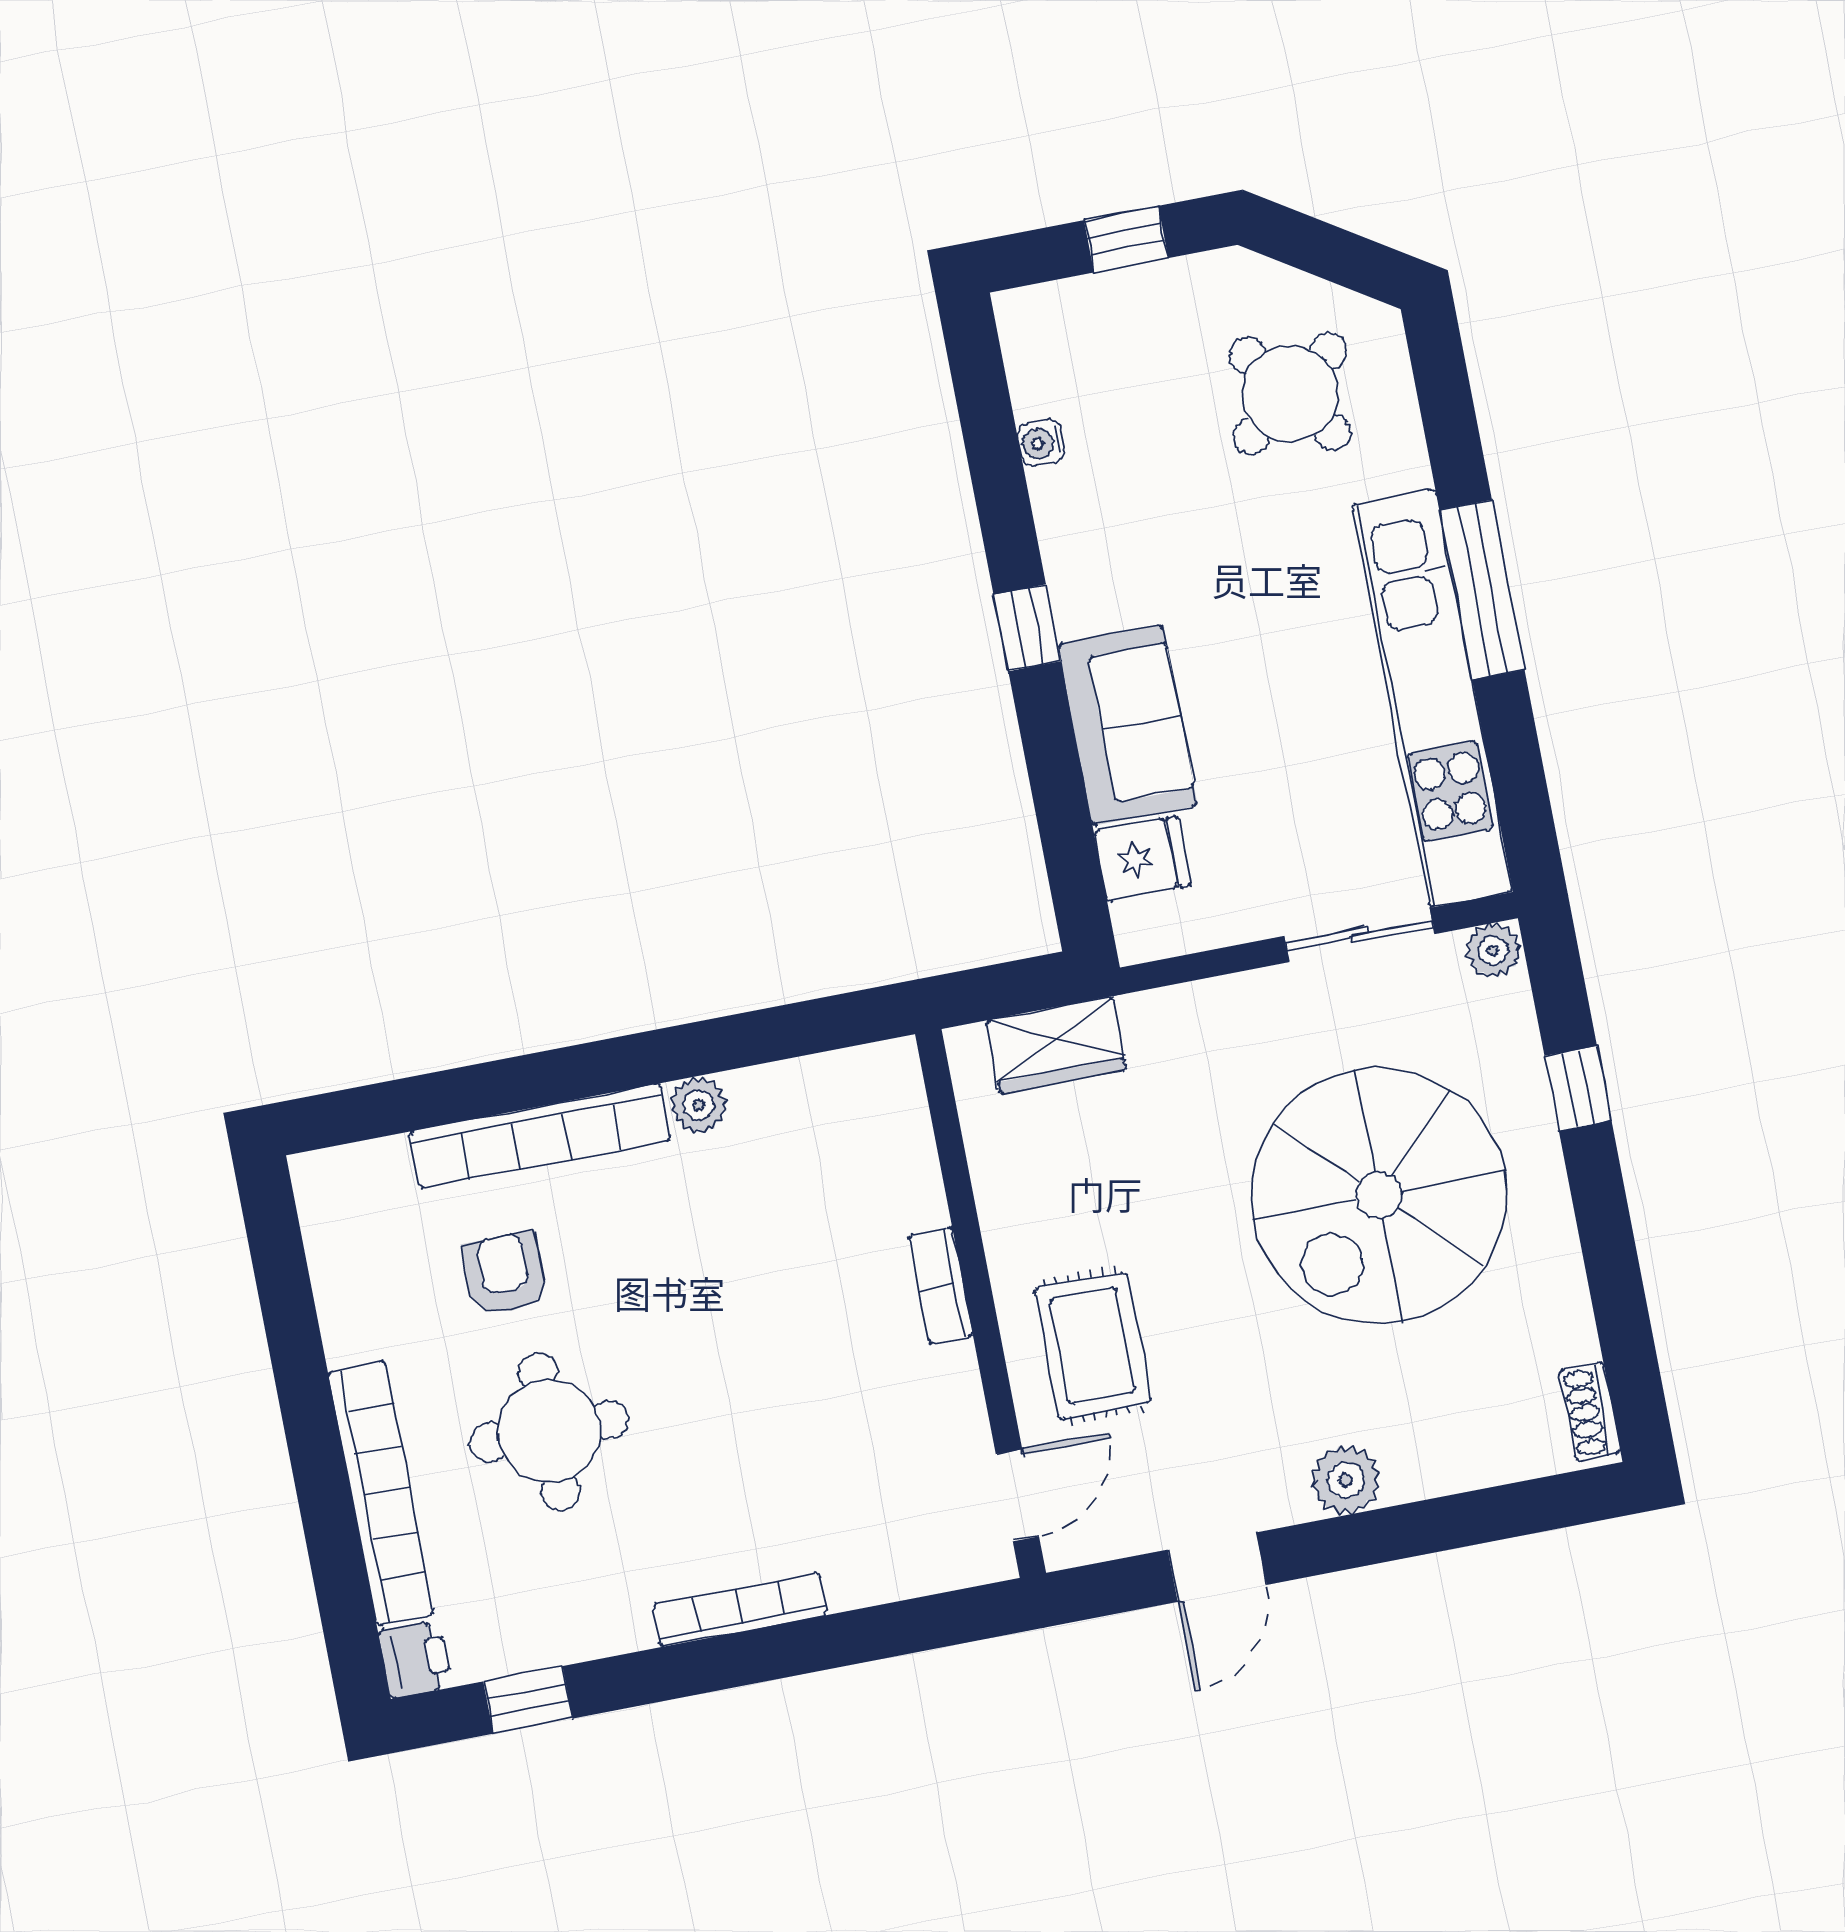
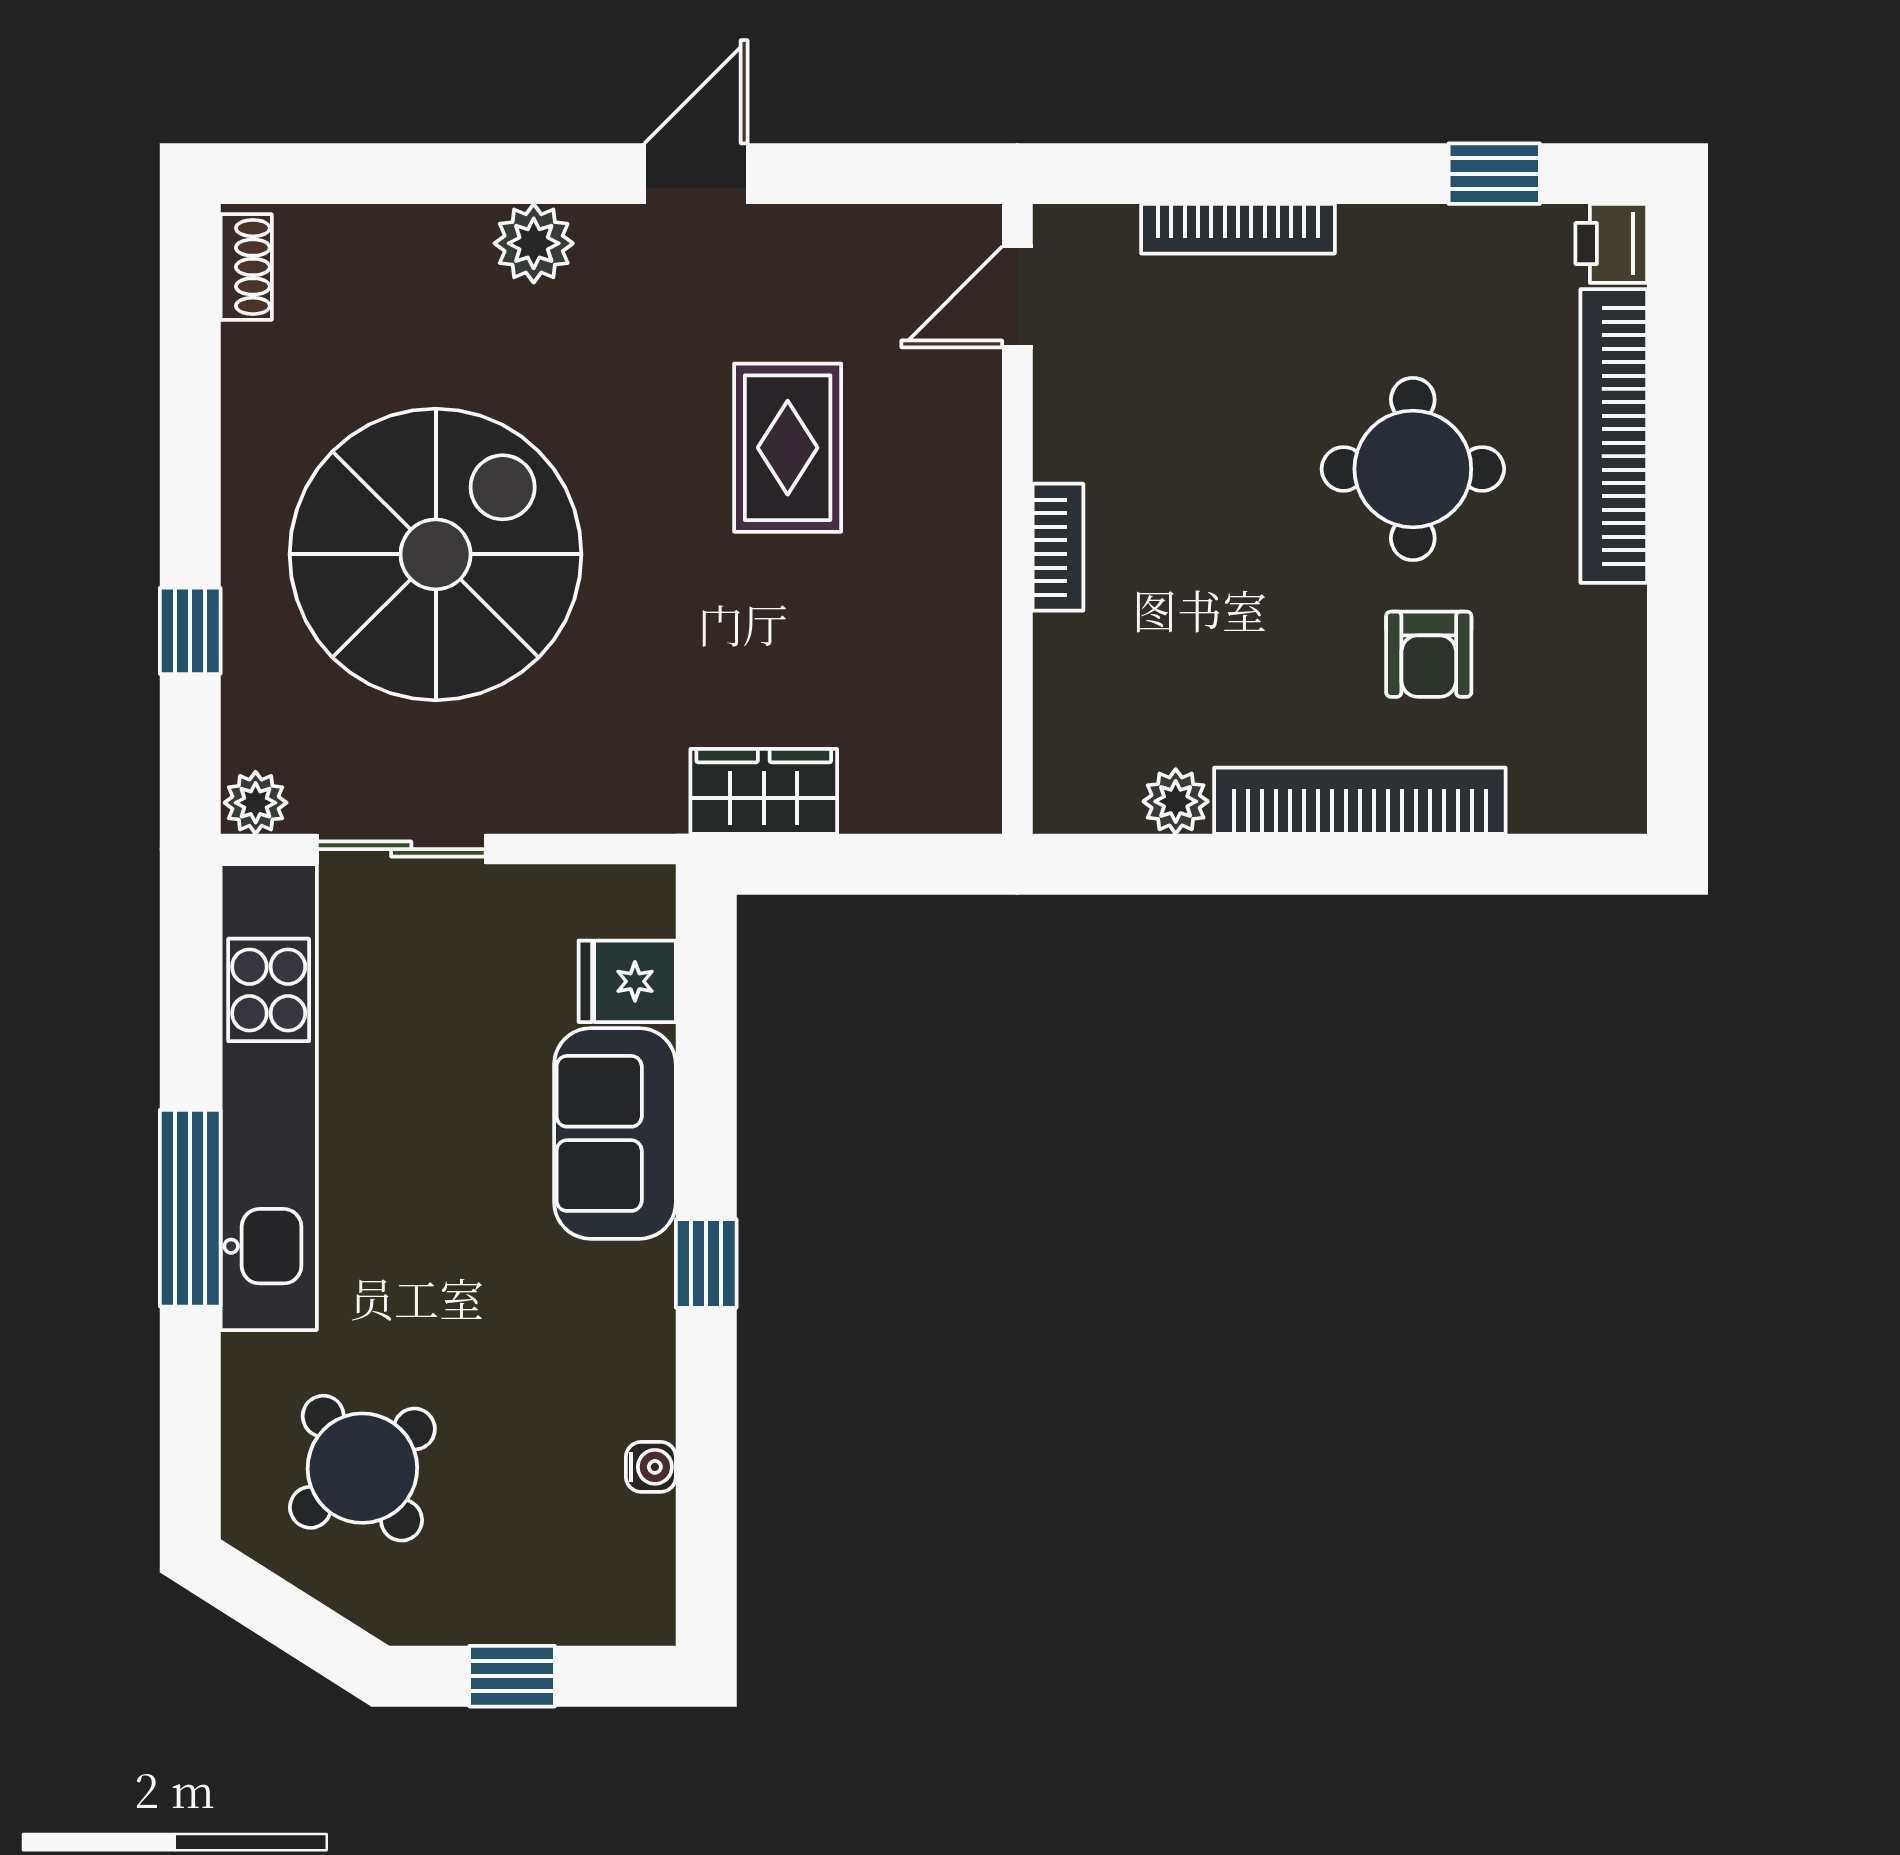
bookcase: (941, 1286) -> (1058, 547), moved
wall: (981, 1304) -> (1017, 519), moved
door: (1017, 1495) -> (1017, 297), moved

